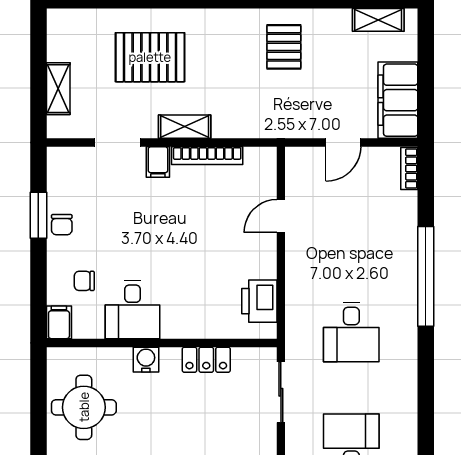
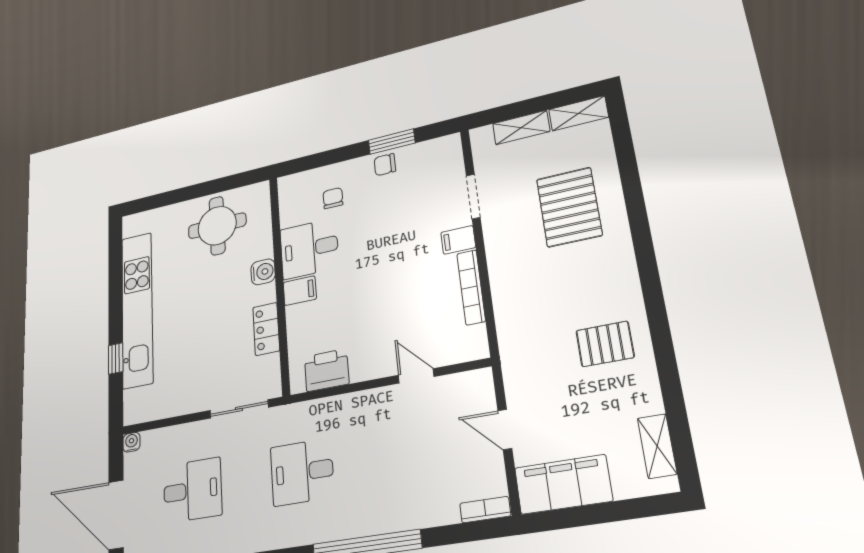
shelving: (185, 127) -> (578, 113), moved, turned 90
filing cabinet: (59, 322) -> (300, 291), moved

